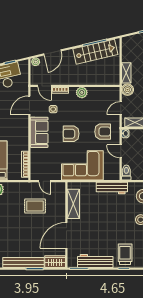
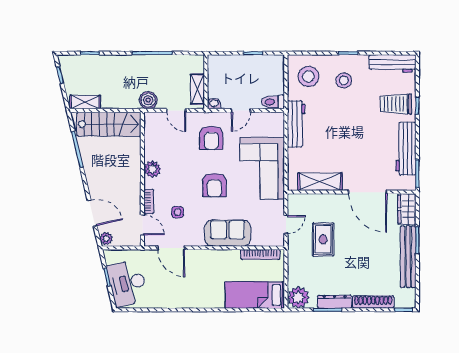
stairs: (95, 52) -> (109, 124), moved, turned 103
shelving: (126, 73) -> (85, 102), moved
door: (45, 86) -> (142, 225), hinge flipped
sofa: (39, 132) -> (228, 233), moved
armchair: (103, 132) -> (211, 138), turned 180

